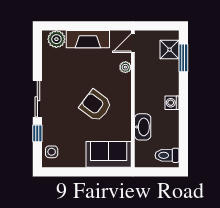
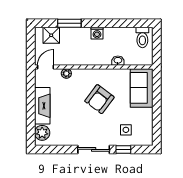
door: (133, 43) -> (46, 67), swing flipped
window: (183, 58) -> (69, 23), moved
washbasin: (143, 127) -> (118, 61), width x0.52, depth x0.69
side table: (52, 152) -> (126, 130), moved

